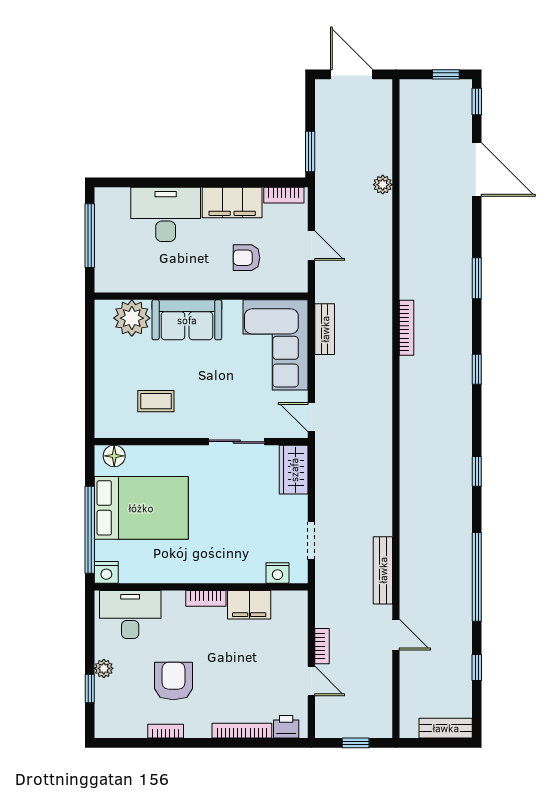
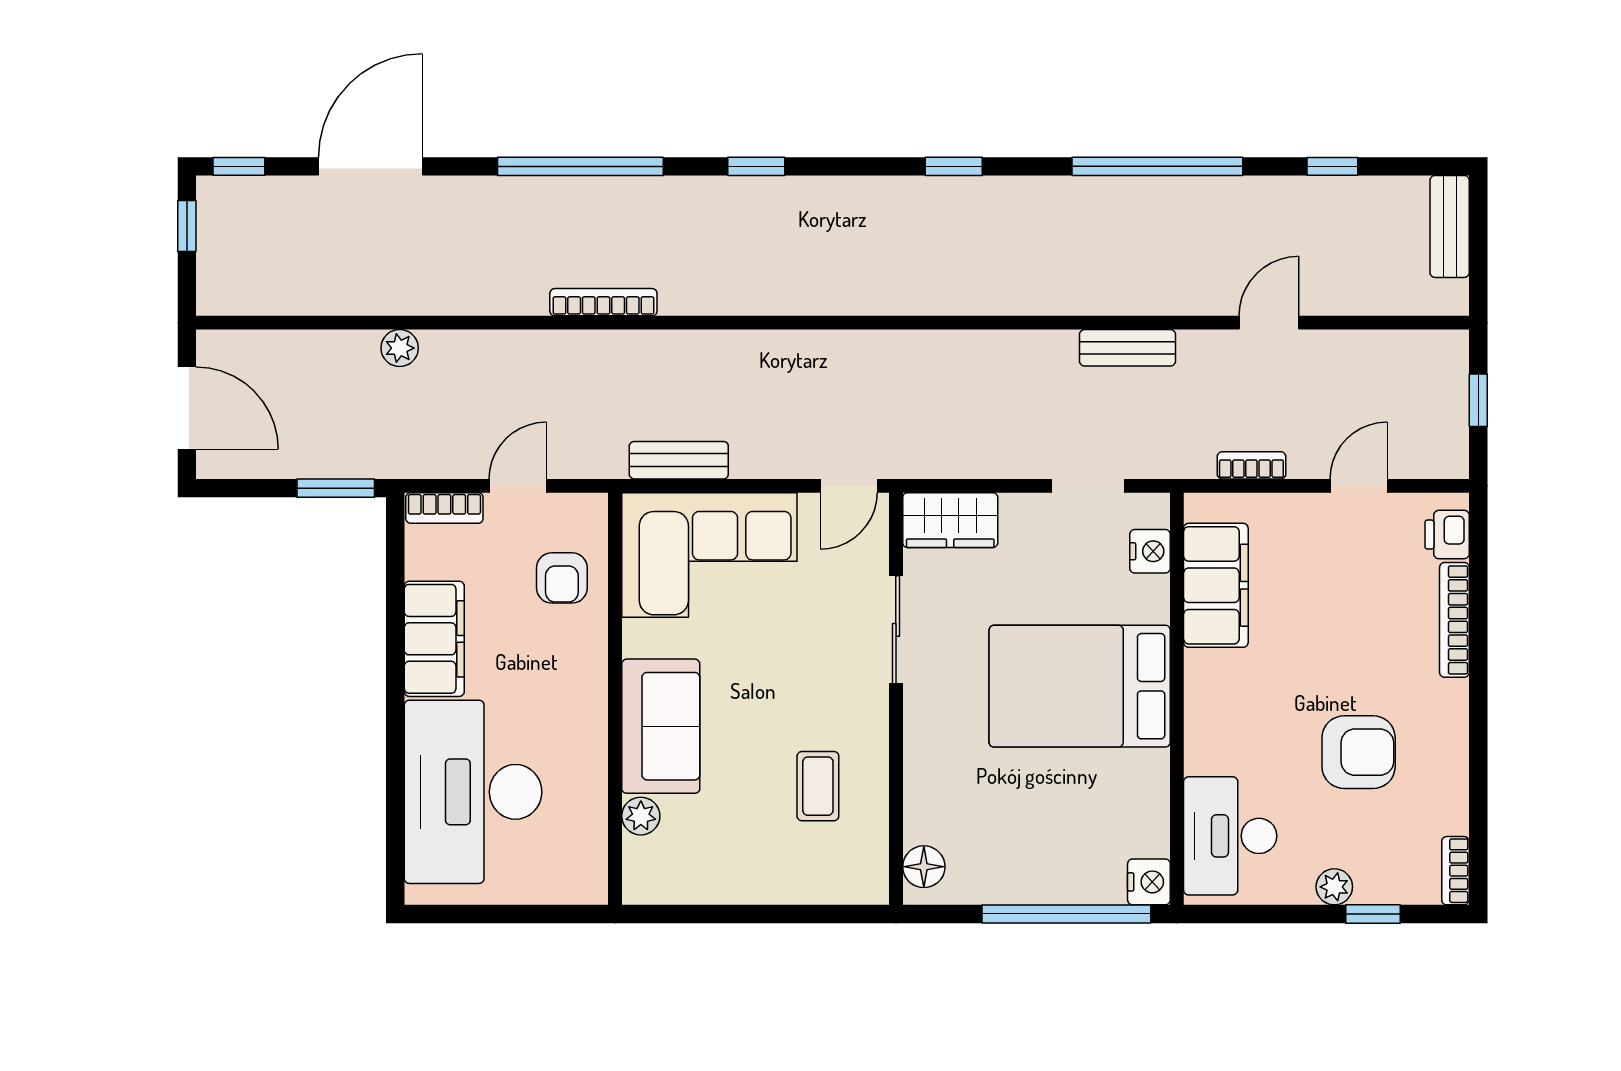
door: (352, 74) -> (187, 408), swing flipped
bookcase: (284, 195) -> (444, 508), moved, turned 90
desk: (166, 214) -> (473, 792), width x1.36, depth x1.30
window: (90, 236) -> (498, 914), removed
armchair: (246, 258) -> (562, 578), moved
window: (477, 278) -> (580, 166), width x2.11
plant: (132, 318) -> (641, 816), width x0.53, depth x0.53
bookcase: (406, 328) -> (603, 302), moved
bed: (141, 508) -> (1080, 686), moved, turned -90
bench: (383, 570) -> (1127, 348), width x0.73
bookcase: (206, 598) -> (1199, 690), removed
filing cabinet: (249, 605) -> (1216, 585), width x1.50, depth x1.17
bookcase: (322, 646) -> (1251, 465), moved
armchair: (173, 681) -> (1359, 752), turned 180
bookcase: (166, 731) -> (1455, 871), moved

